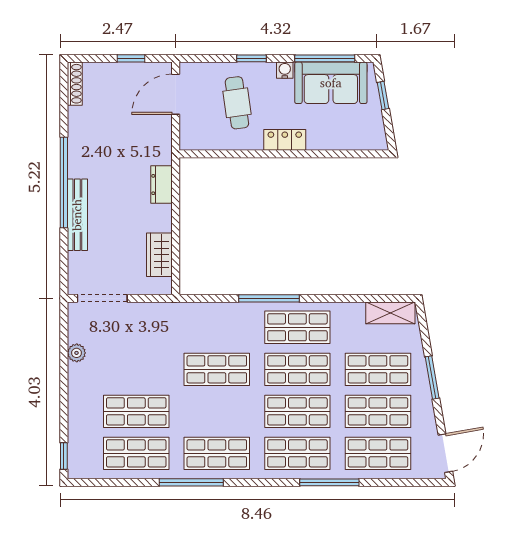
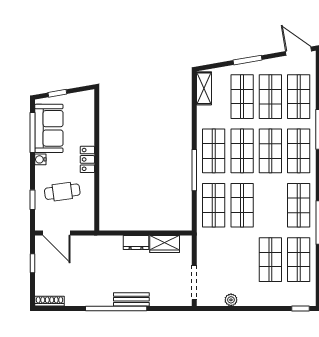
window: (252, 58) -> (32, 200), moved
dresser: (161, 185) -> (136, 243), moved
bench: (77, 215) -> (131, 299), width x0.73
shop shelf: (217, 327) -> (214, 205), added

